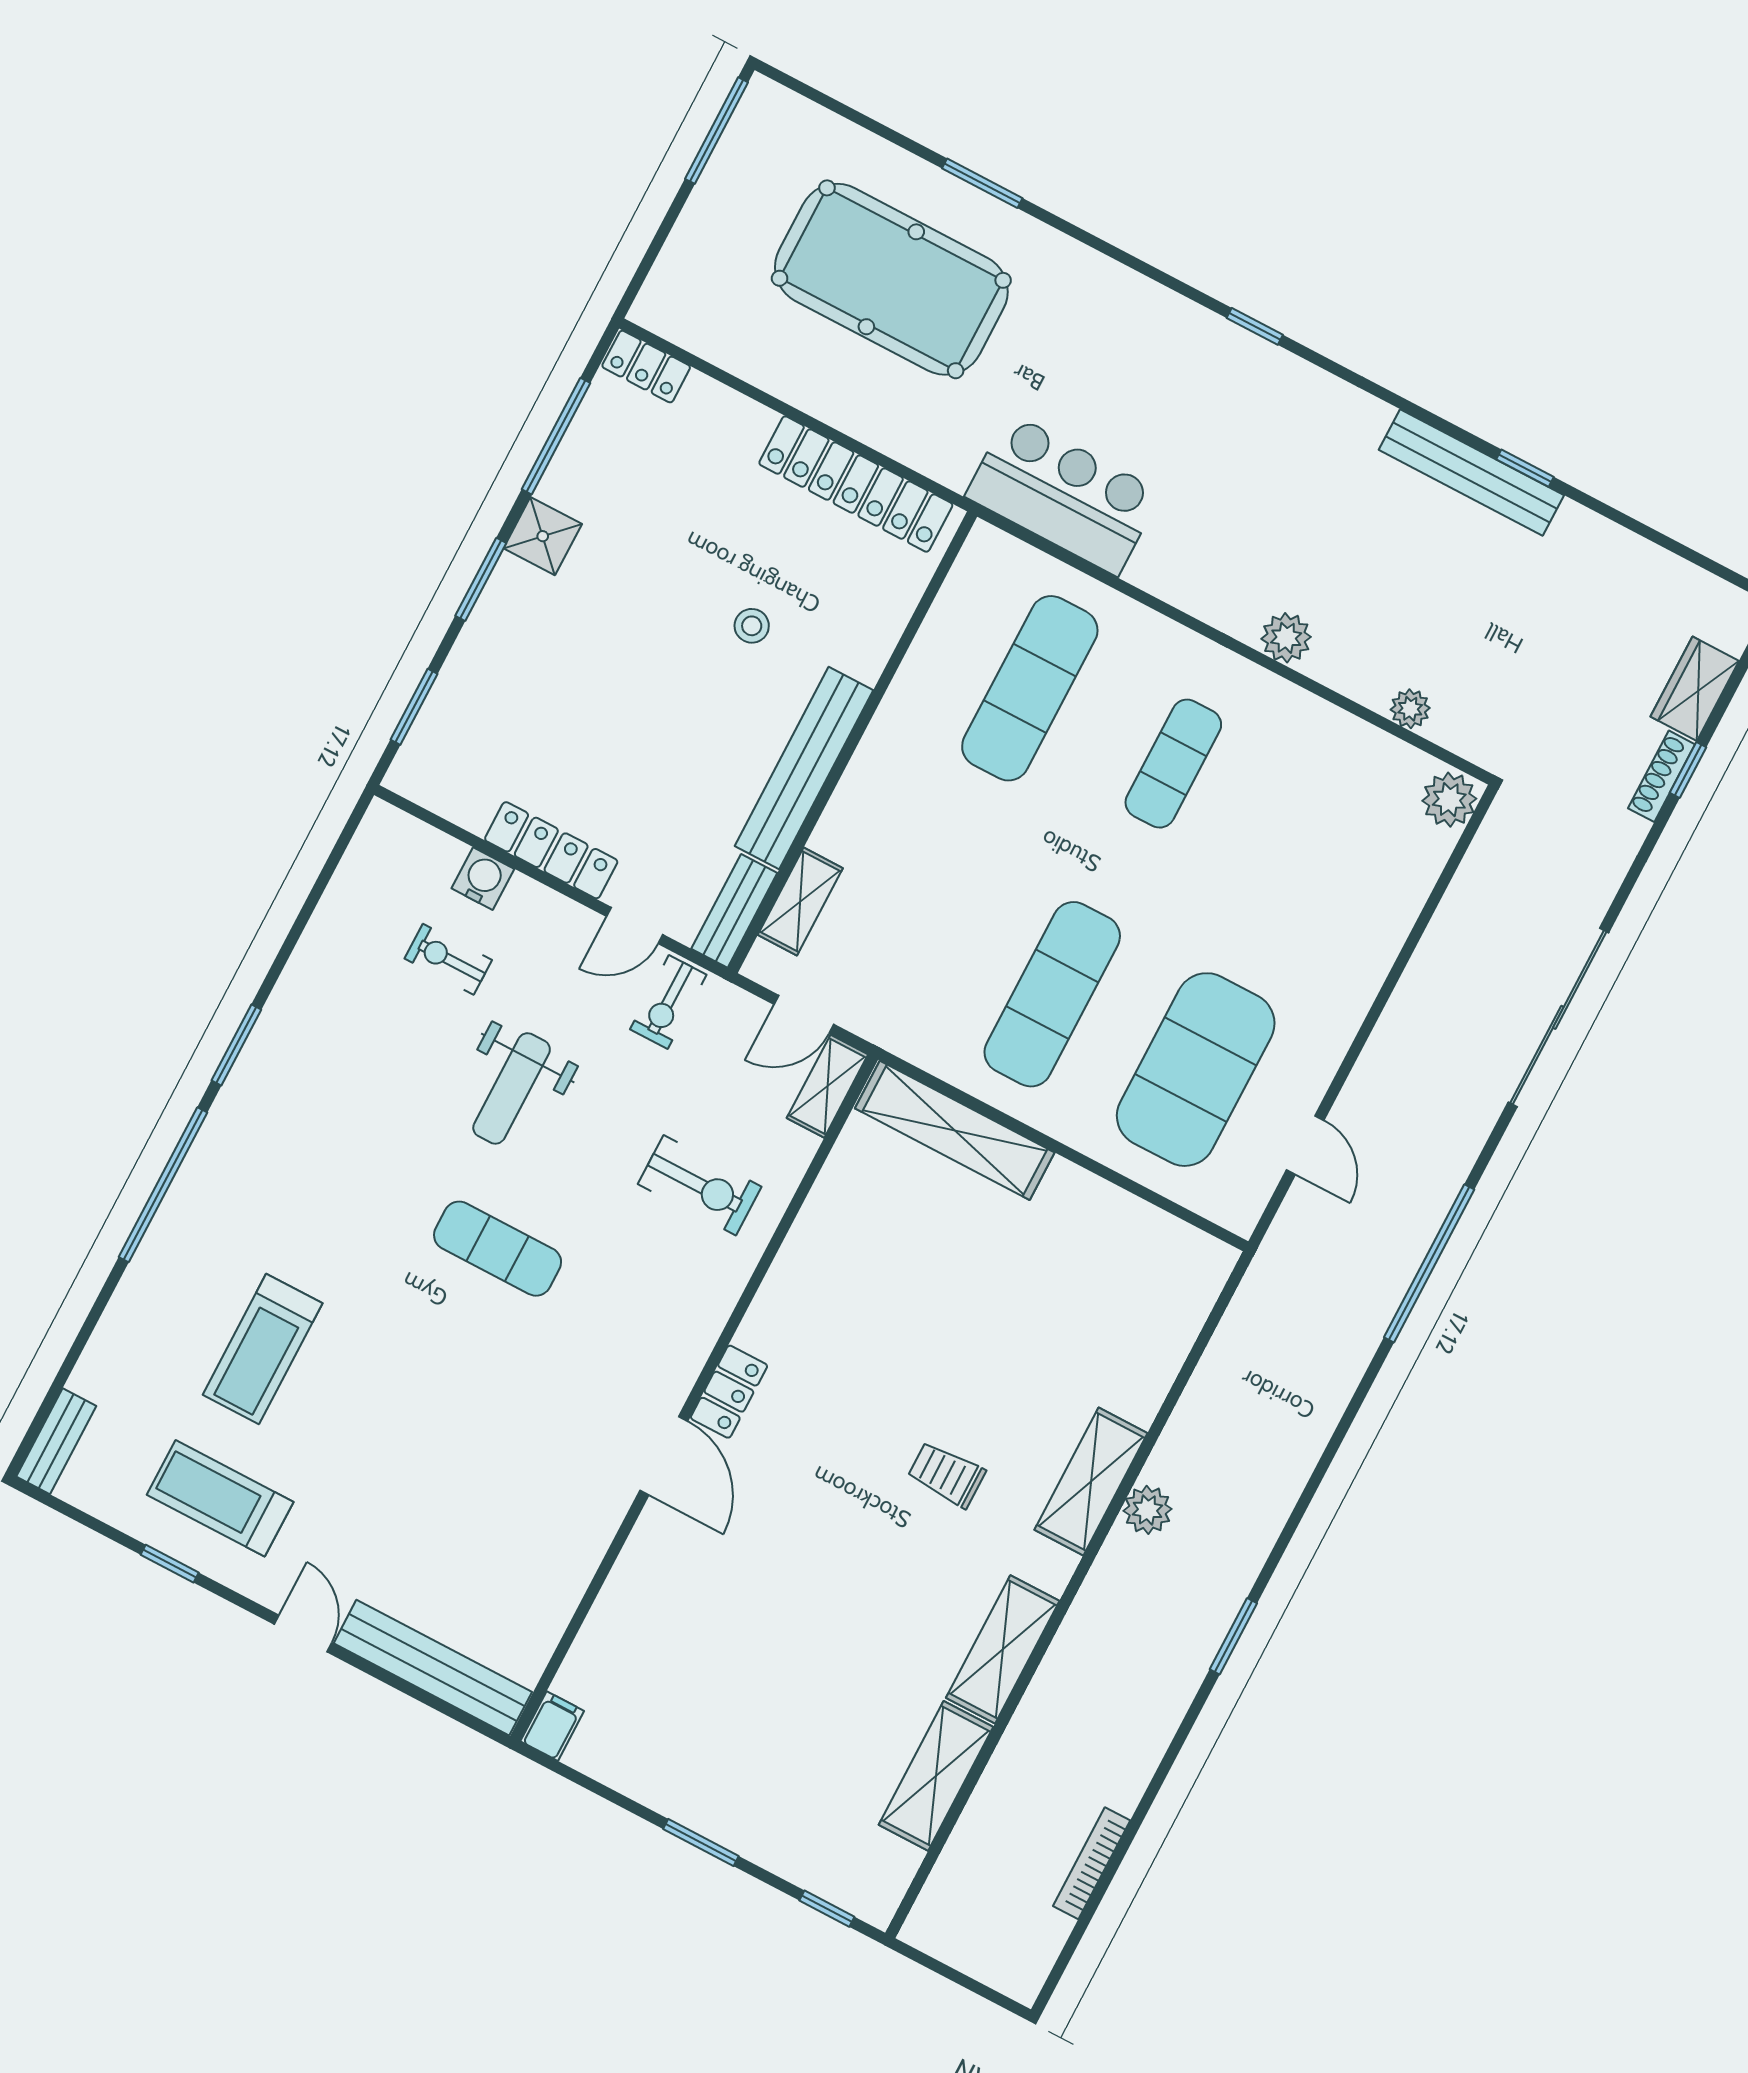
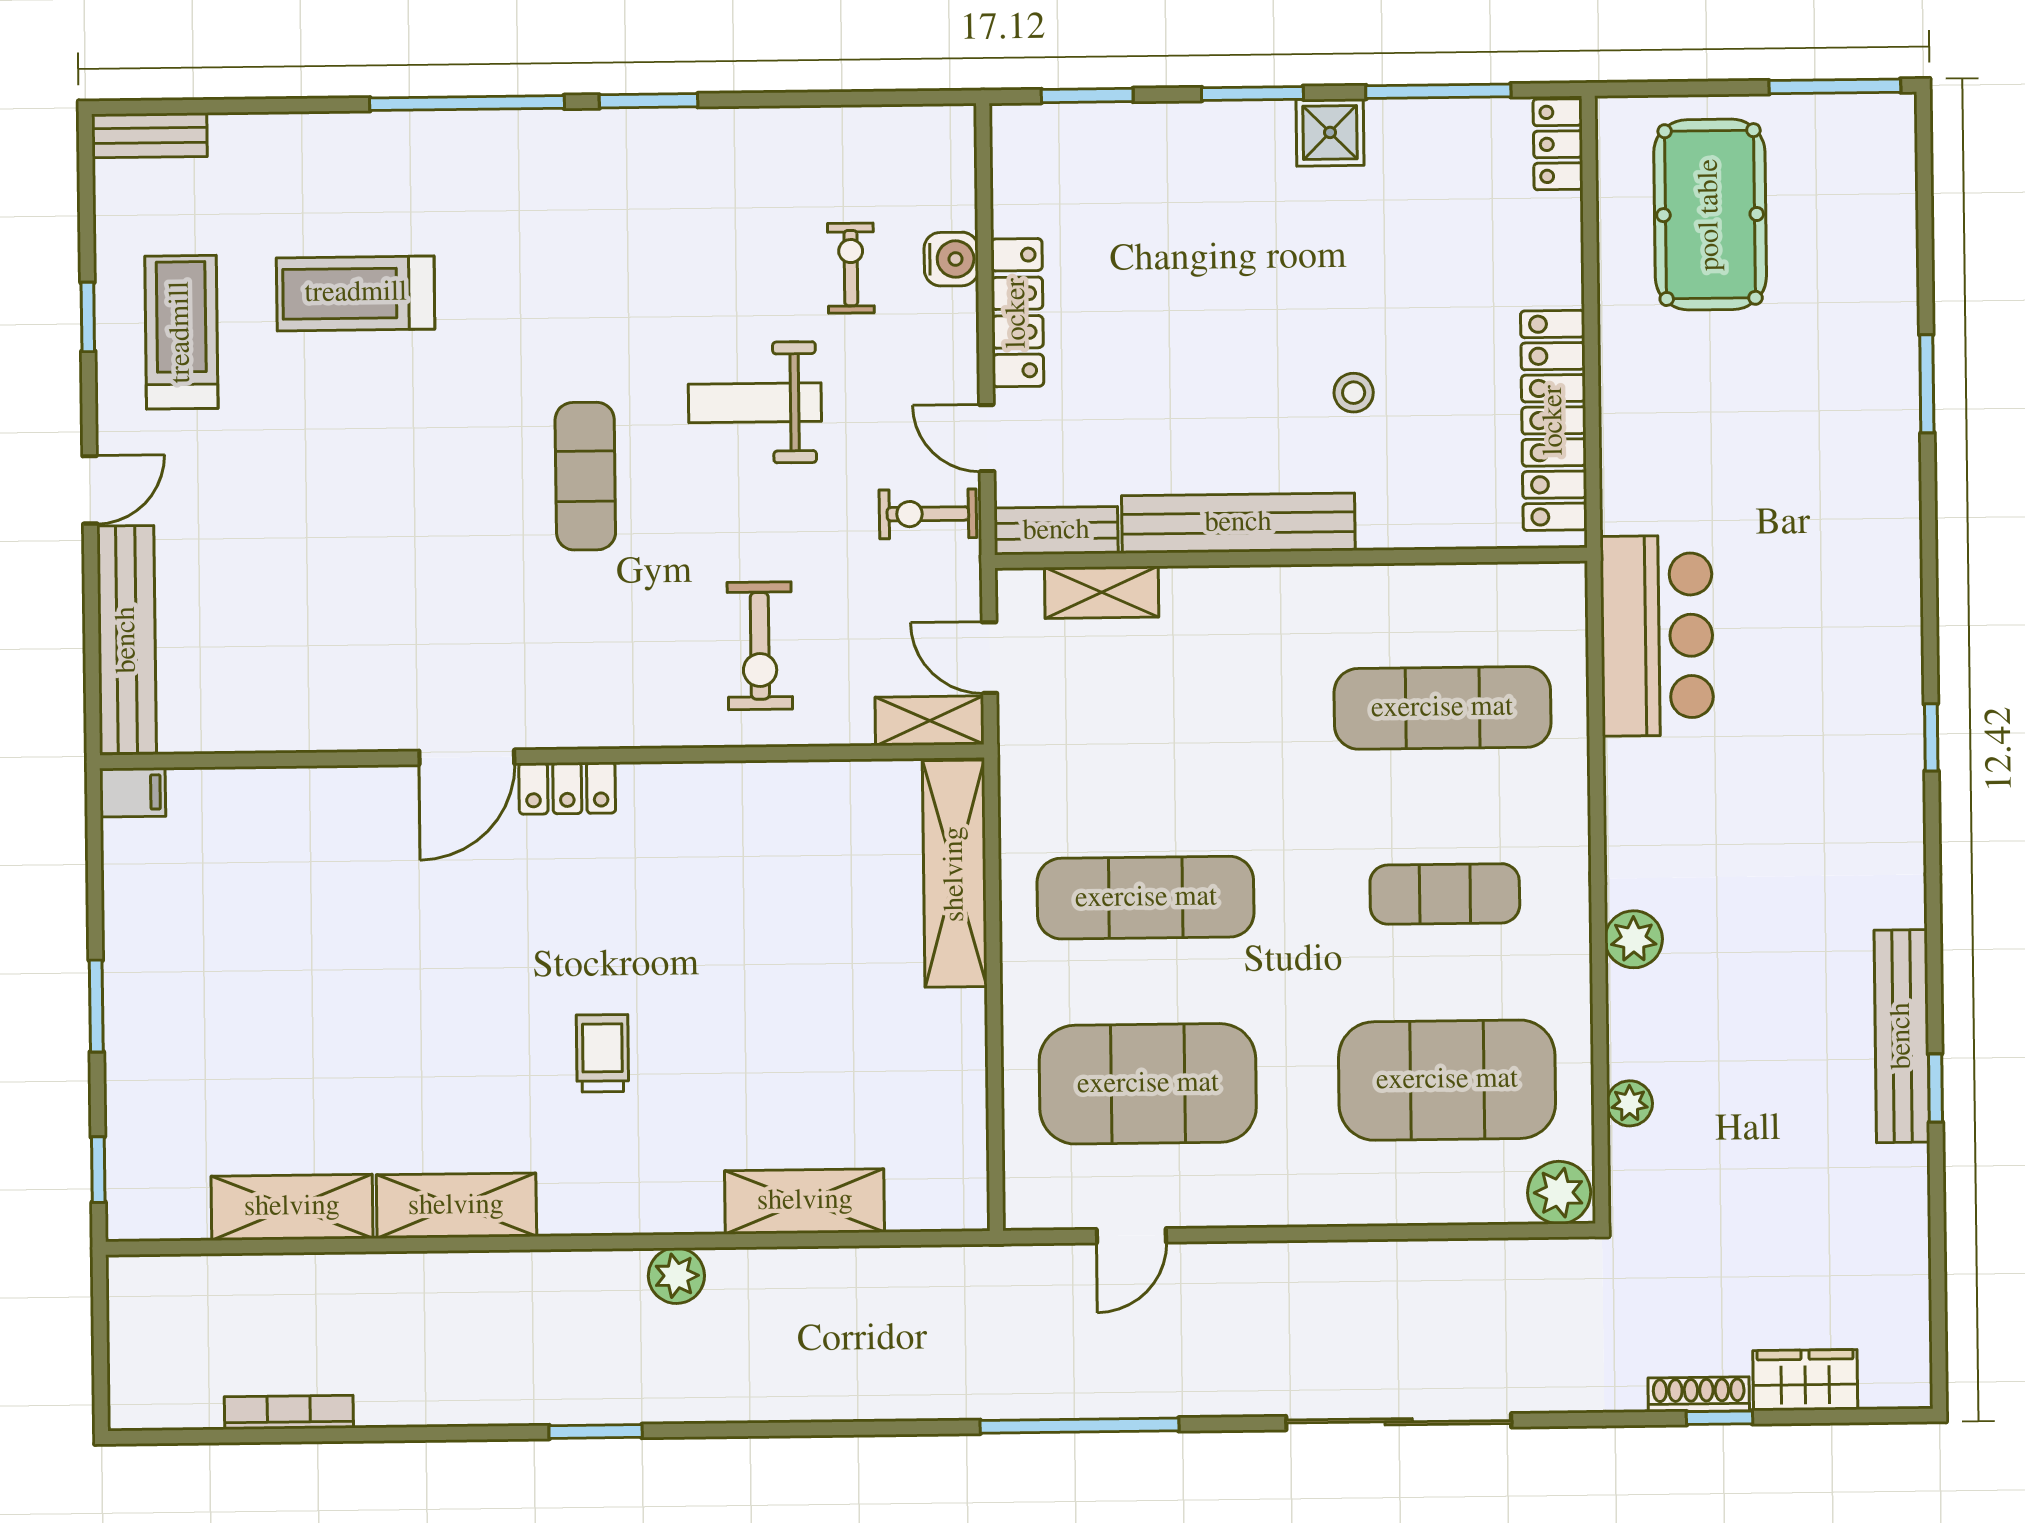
pool table: (891, 279) -> (1710, 215), moved, width x0.73, depth x0.76
exercise mat: (1317, 839) -> (1447, 1080), added
shelving: (1091, 1482) -> (805, 1201), moved

